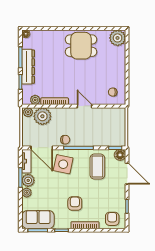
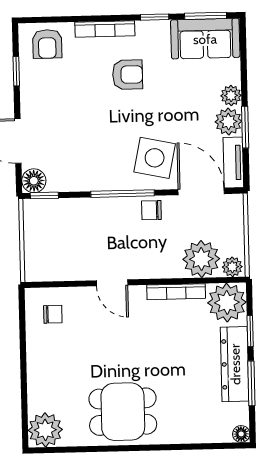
plant: (35, 100) -> (227, 303), width x1.88, depth x1.88
coffee table: (97, 167) -> (82, 155), removed
armchair: (75, 204) -> (128, 75), turned -90

